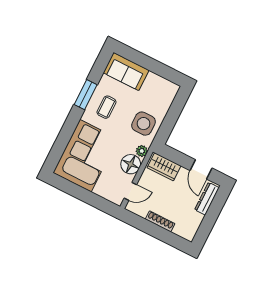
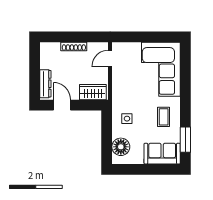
window: (86, 95) -> (185, 140), moved
side table: (144, 124) -> (127, 119), width x0.54, depth x0.54
plant: (142, 151) -> (117, 96), removed
floor lamp: (131, 164) -> (121, 147), moved

